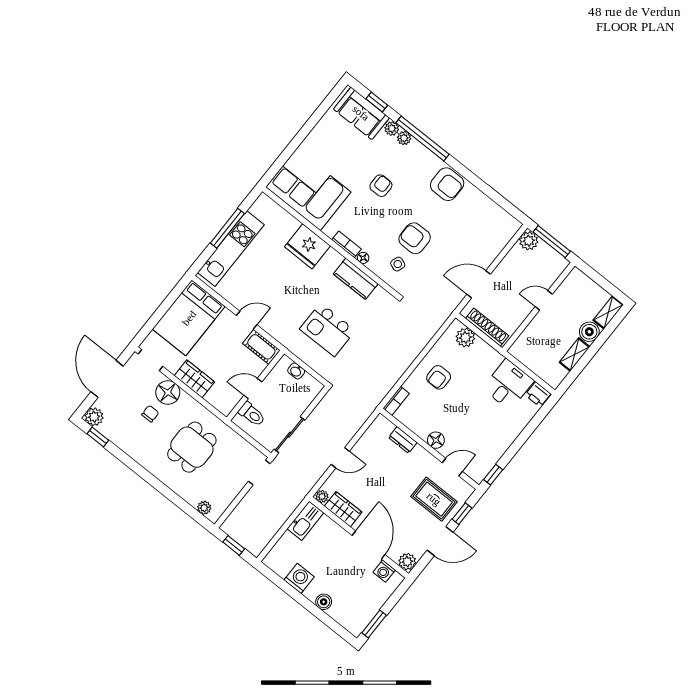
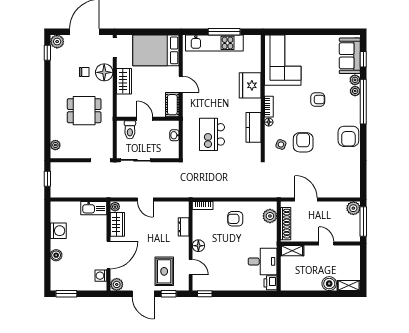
shelving: (575, 355) -> (292, 251), moved

